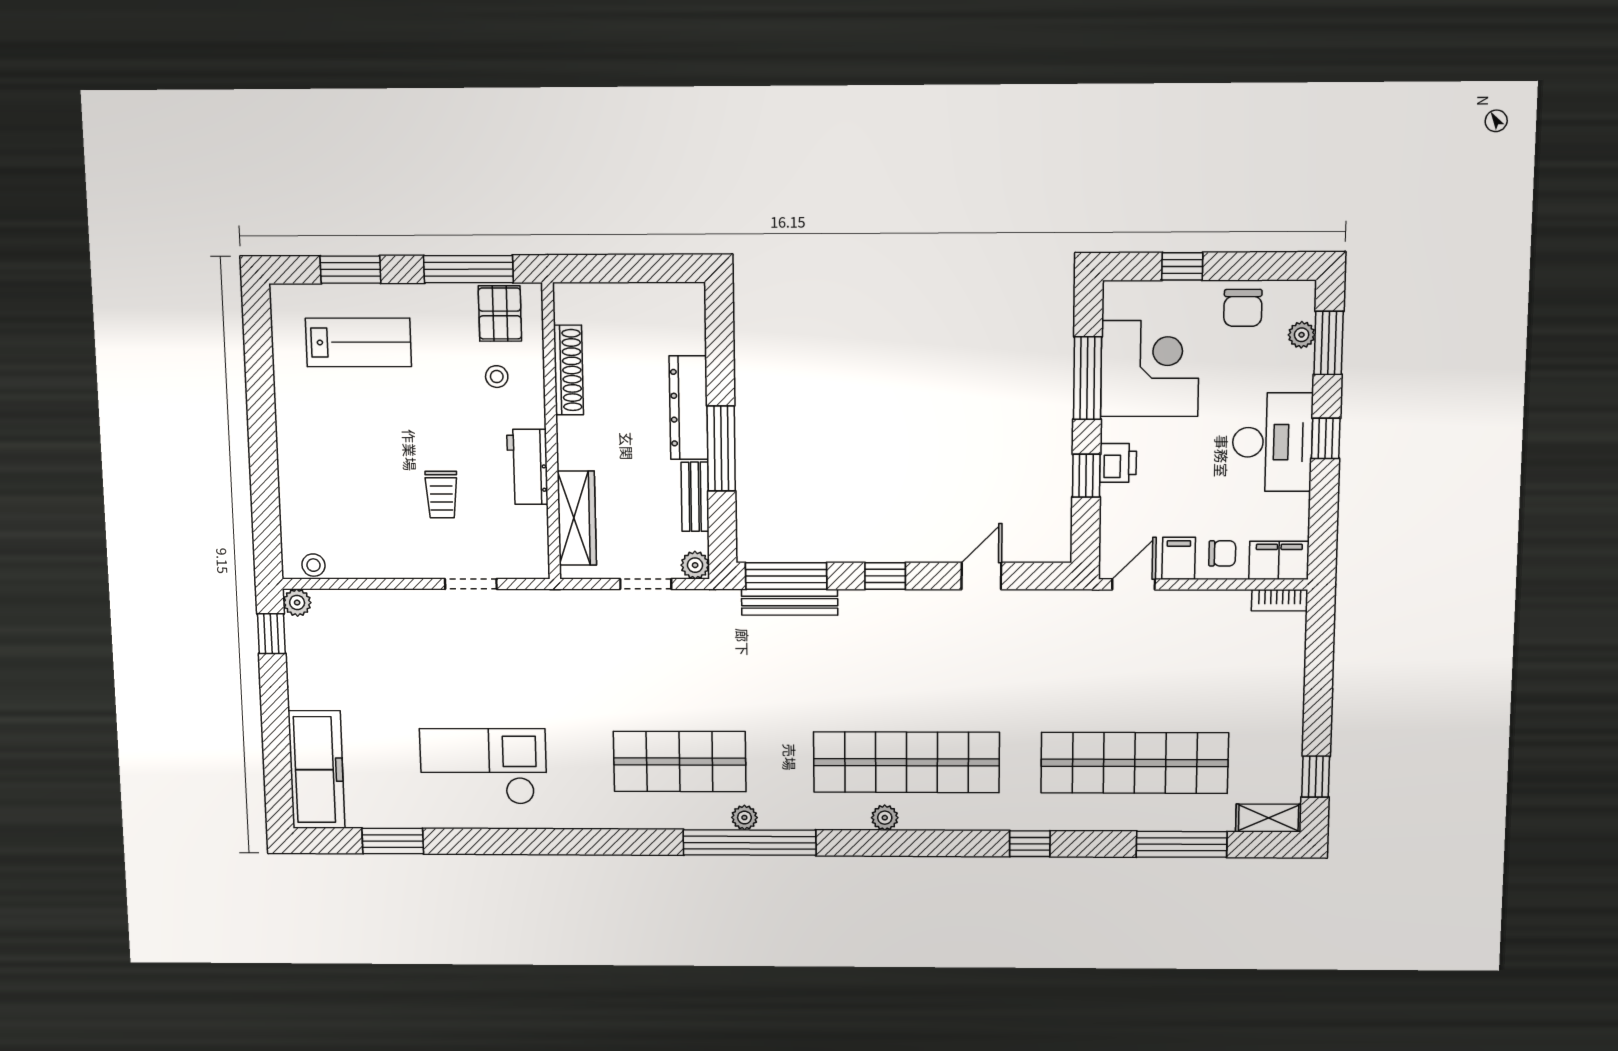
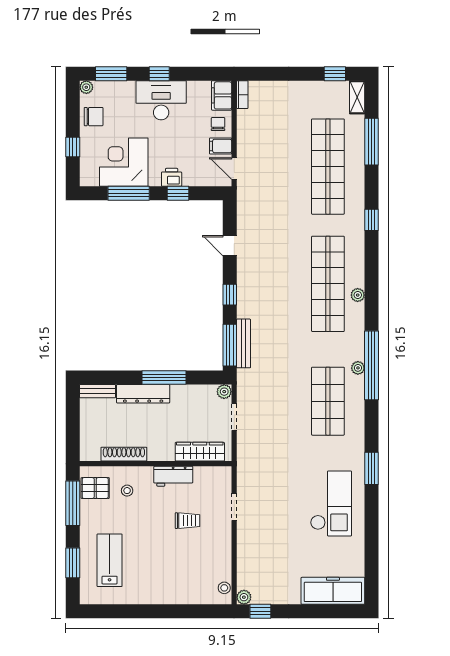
plant: (1302, 335) -> (86, 87), moved
bench: (695, 497) -> (98, 391), moved
checkout: (483, 766) -> (331, 503), turned 180
window: (393, 841) -> (371, 468), moved

